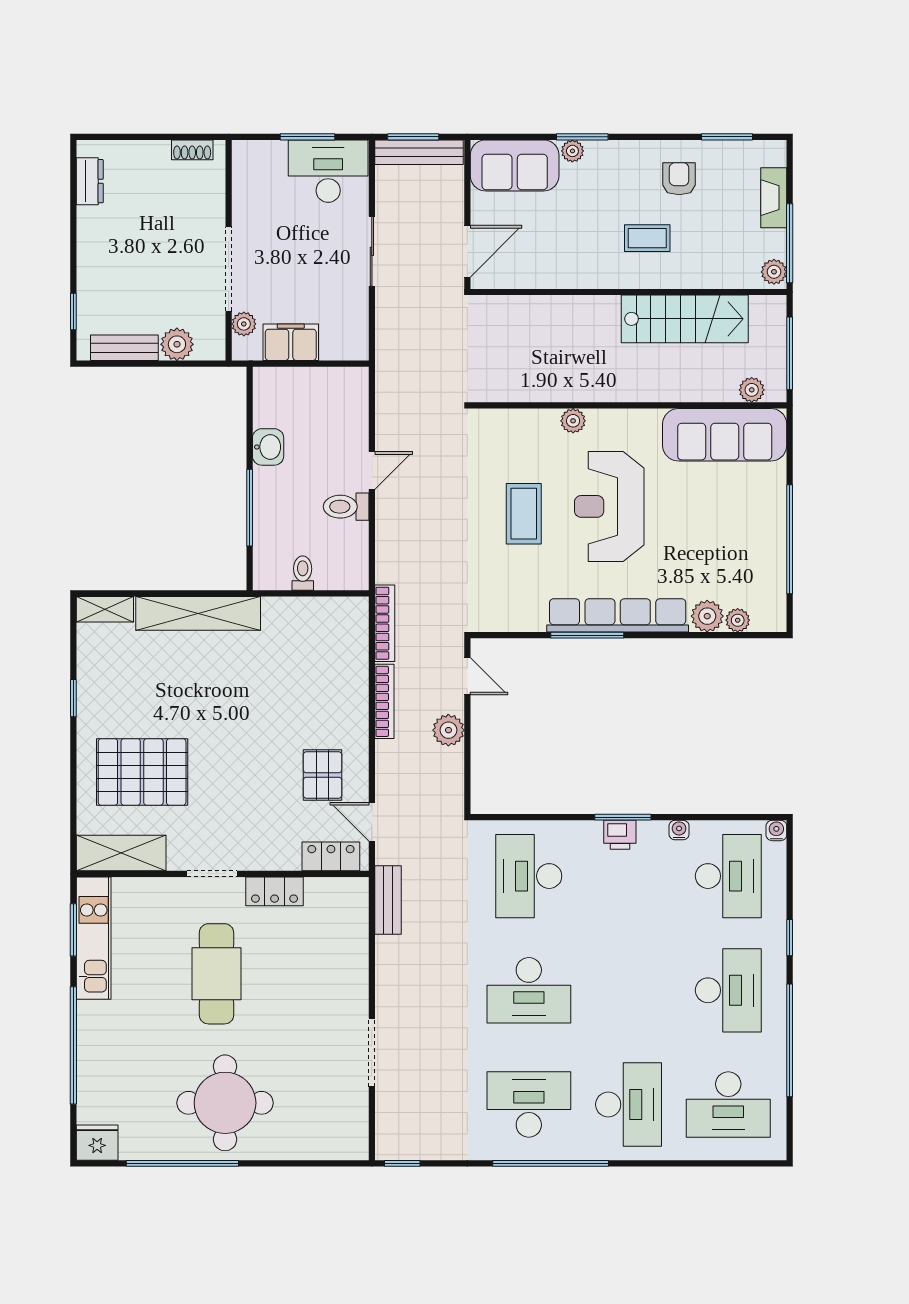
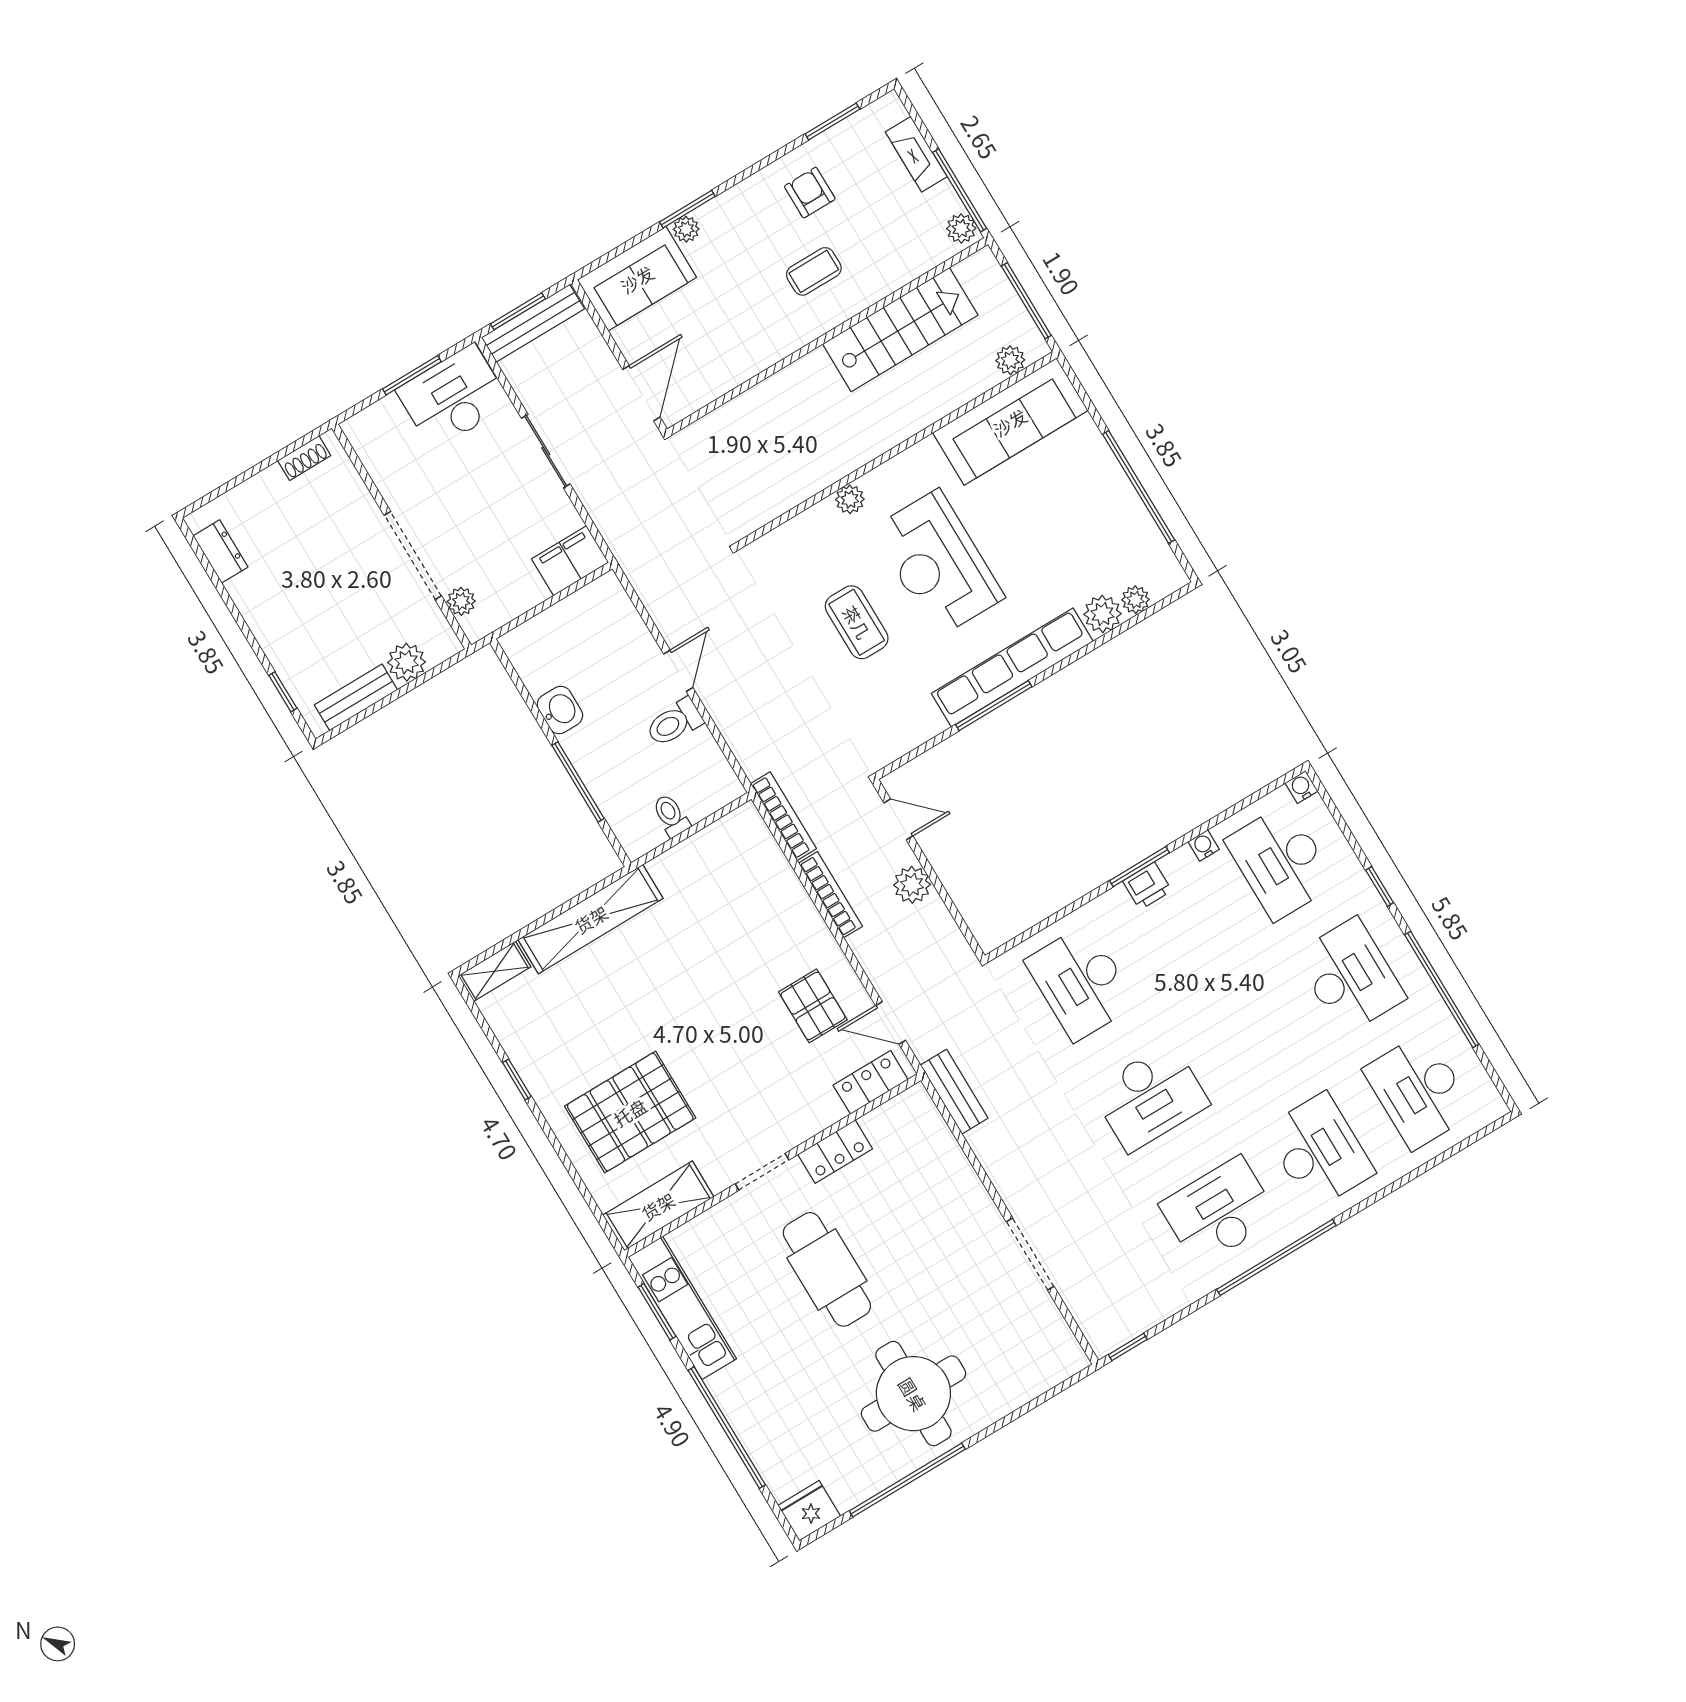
filing cabinet: (291, 342) -> (570, 561), moved
desk: (728, 876) -> (1281, 862), turned 180
desk: (728, 1104) -> (1419, 1091), turned 90

